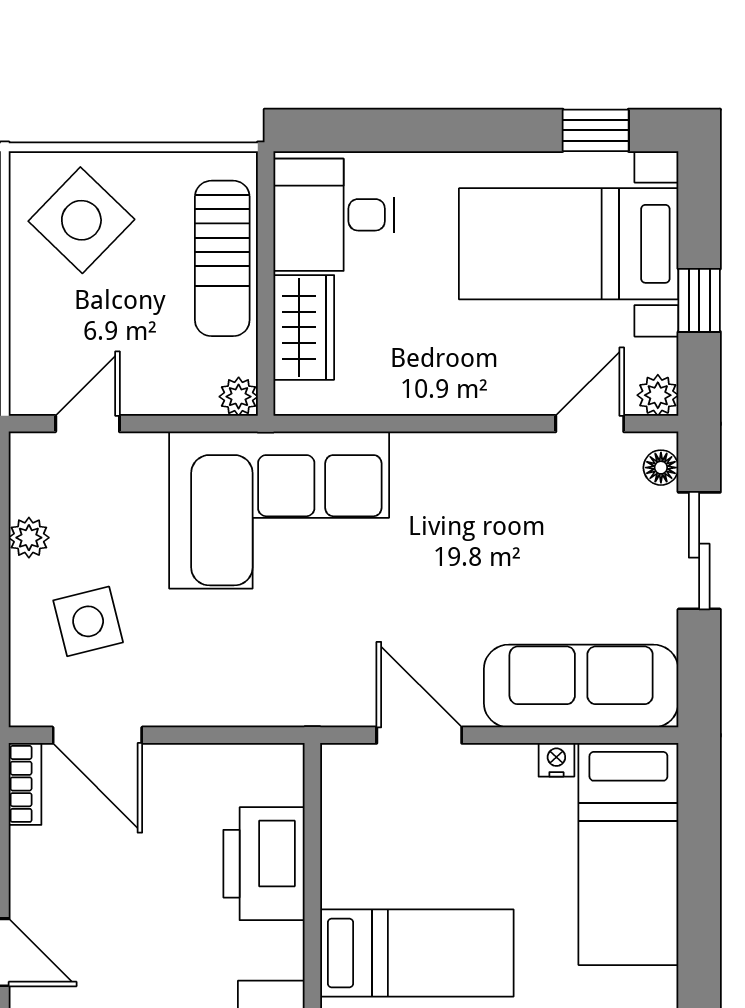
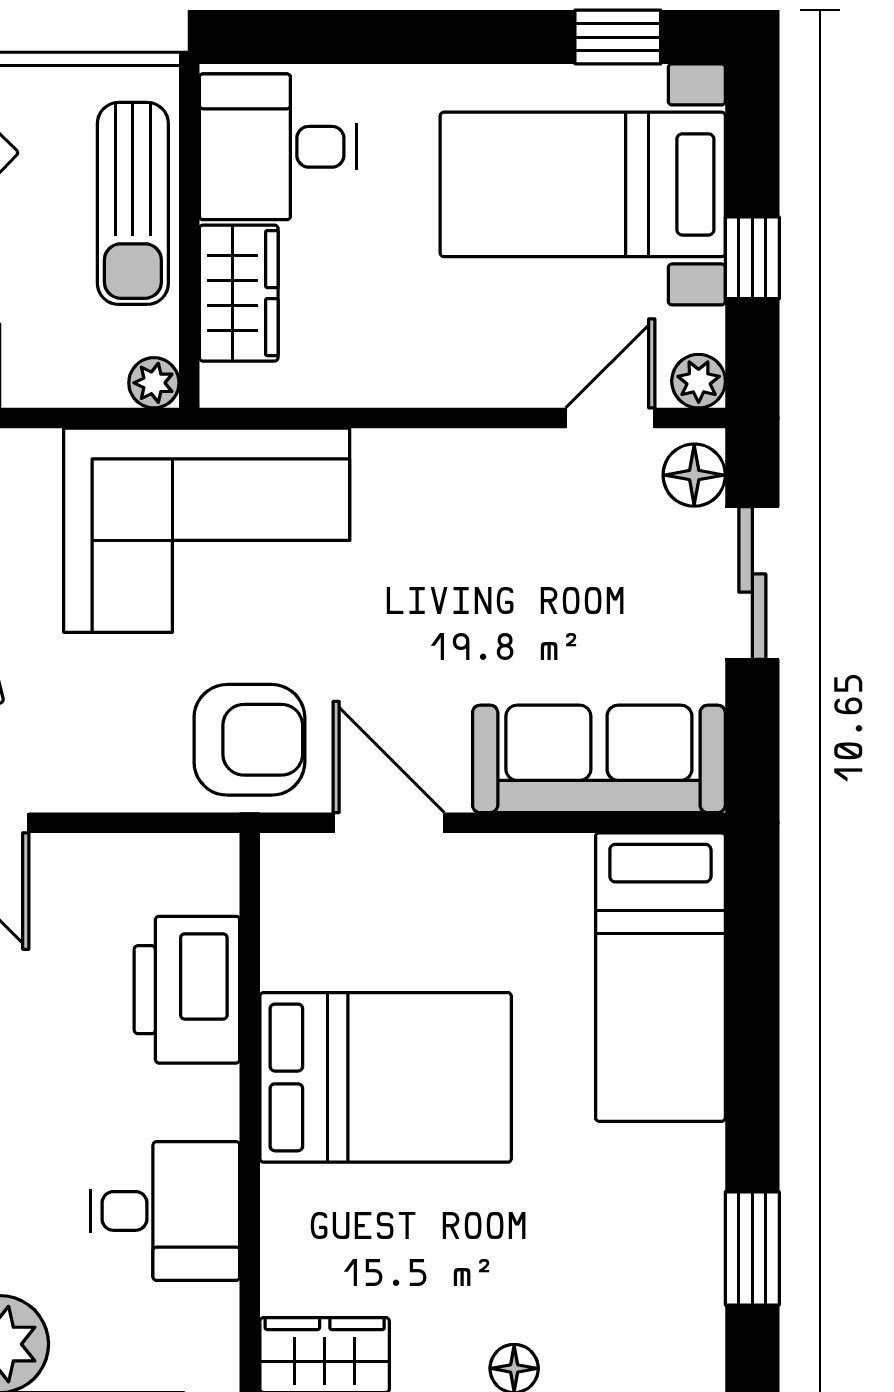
floor lamp: (661, 468) -> (694, 475), width x1.37, depth x1.37
armchair: (312, 671) -> (249, 740), added
nightstand: (556, 760) -> (567, 855), removed
bed: (417, 953) -> (386, 1077), width x1.50

